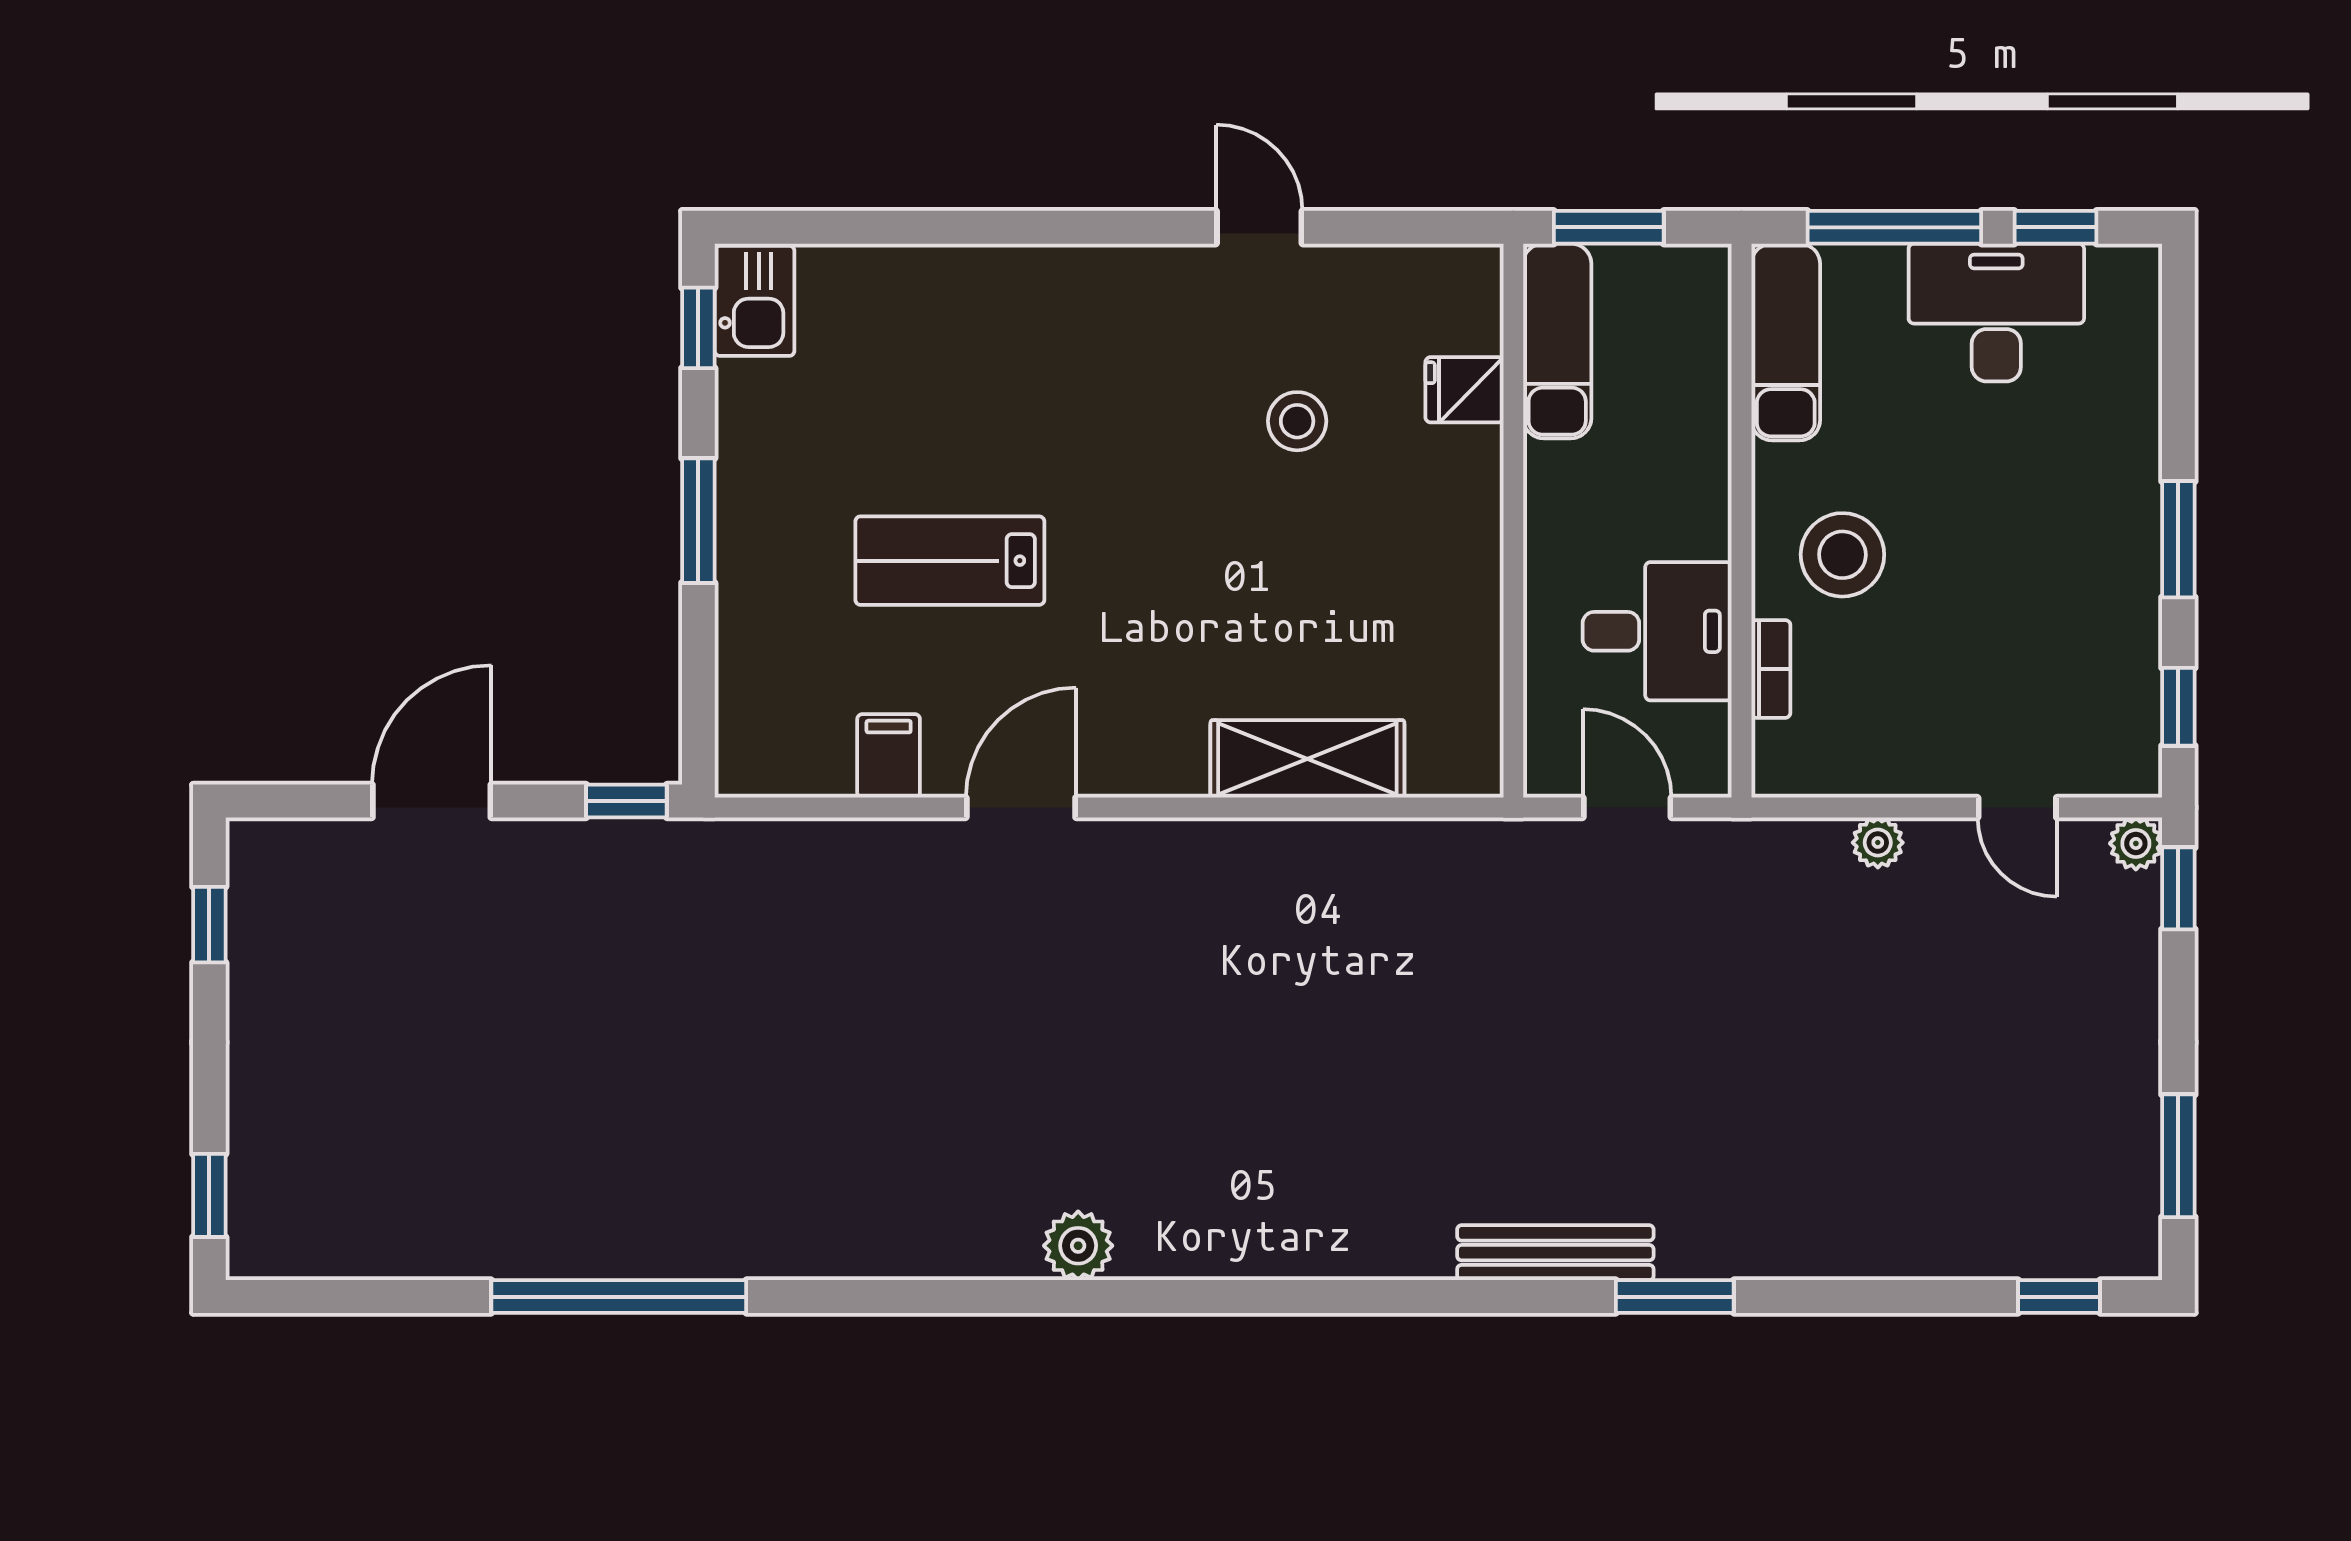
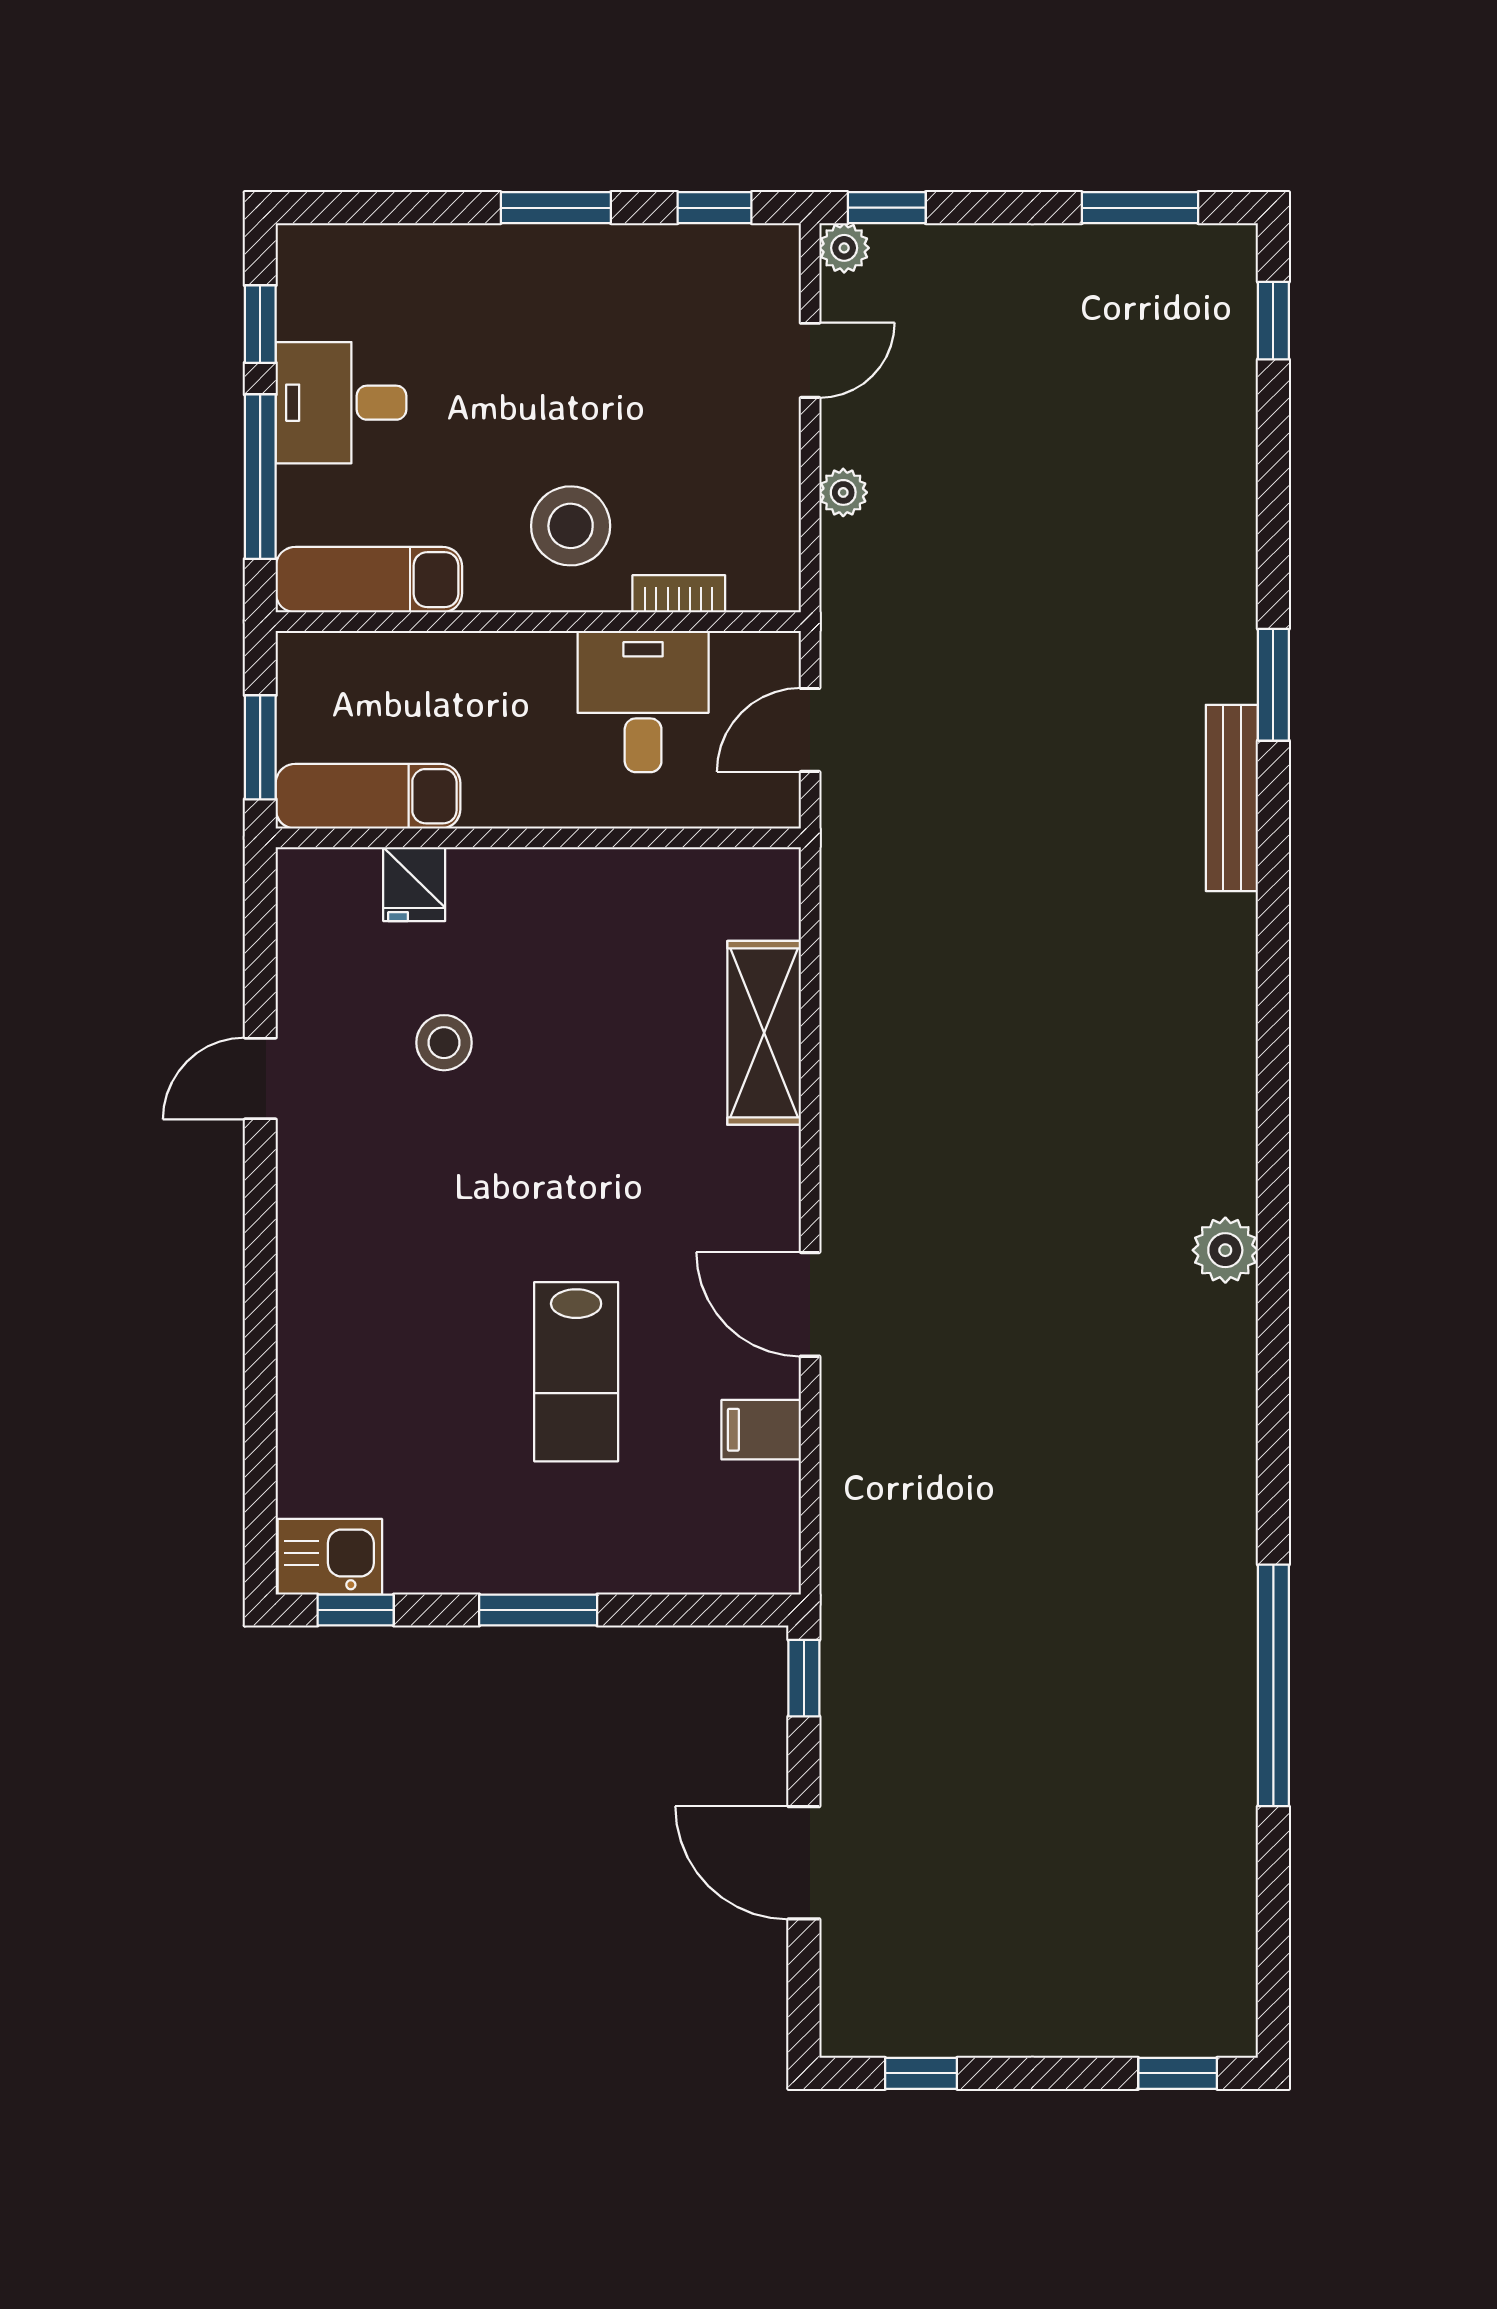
desk: (1996, 313) -> (341, 403), width x0.73

